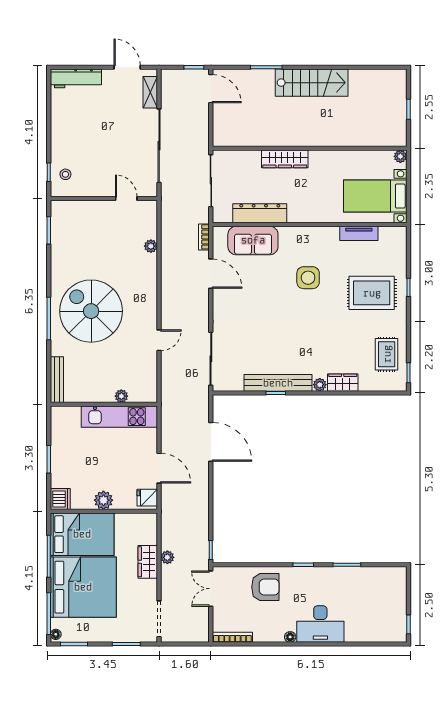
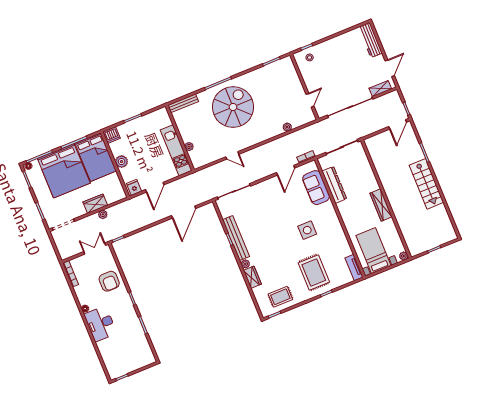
wardrobe: (285, 159) -> (381, 205), moved
tv unit: (359, 233) -> (354, 268), moved

